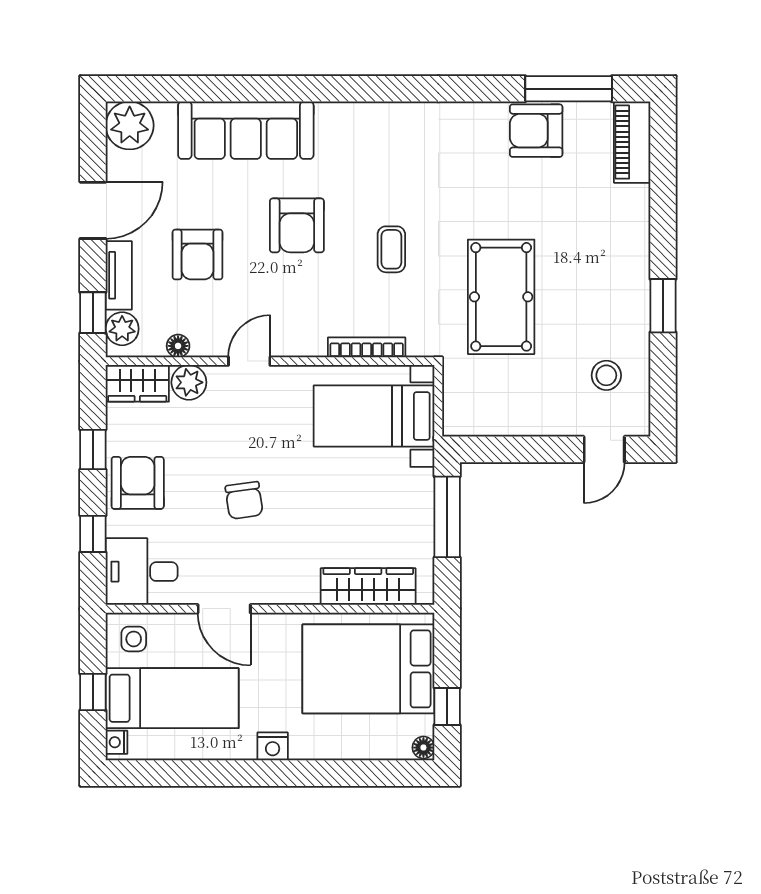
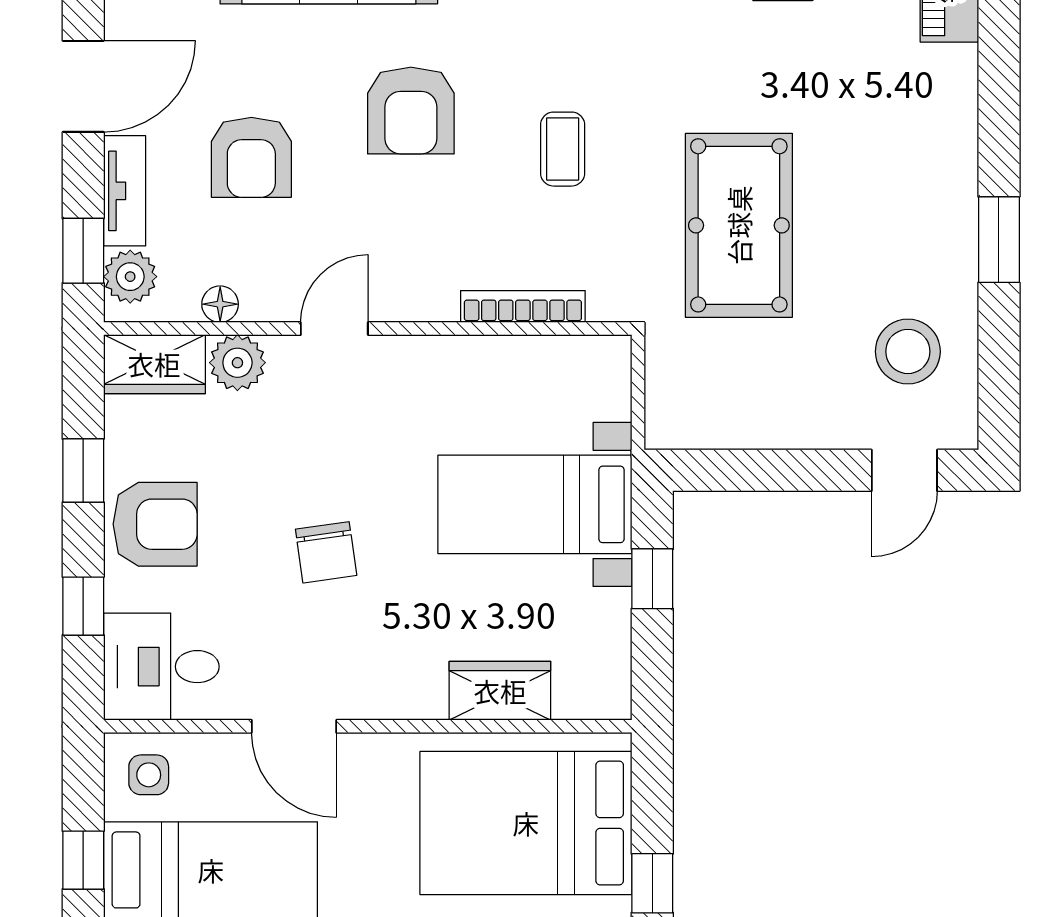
stool: (606, 375) -> (908, 351), width x1.38, depth x1.38
bed with nightstands: (374, 416) -> (535, 504), moved
armchair: (138, 483) -> (155, 524), turned 90
window: (447, 517) -> (652, 579), width x0.46
wardrobe: (368, 587) -> (500, 691), width x0.67

